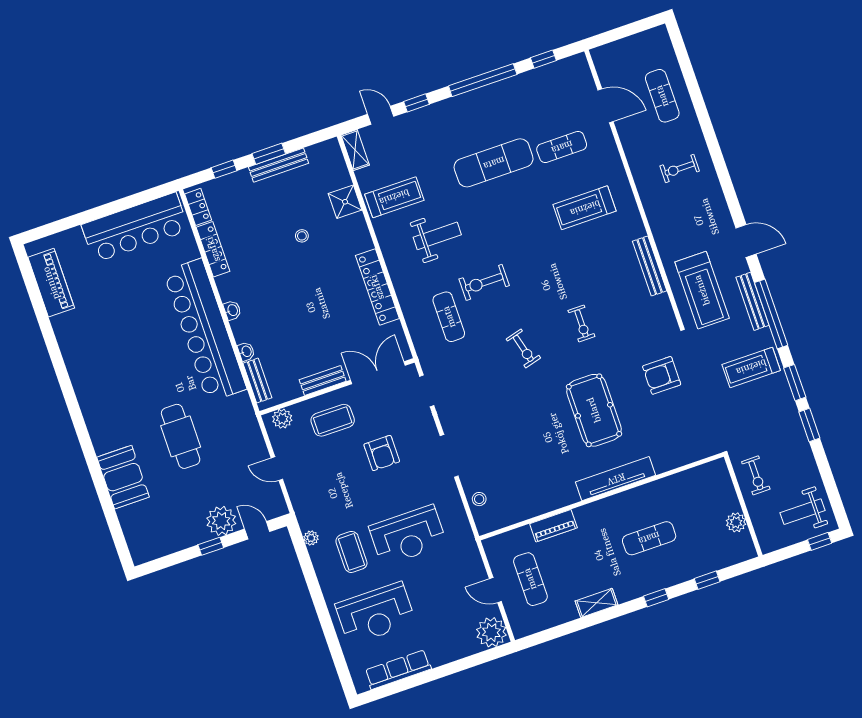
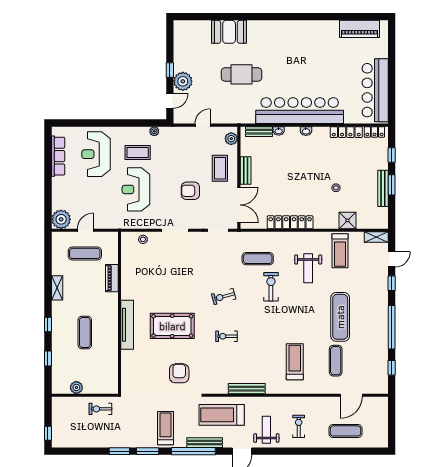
weight bench: (803, 512) -> (266, 430), moved

